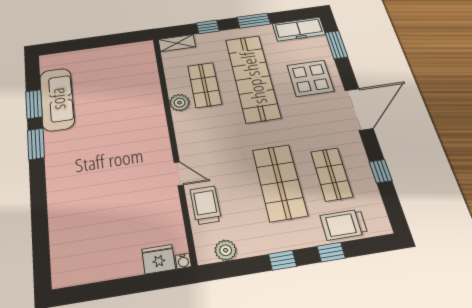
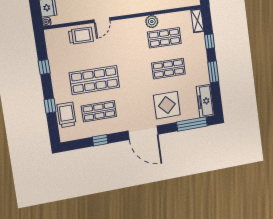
window: (336, 45) -> (192, 124), width x1.44
shop shelf: (253, 78) -> (168, 69), width x0.50, depth x0.74
plant: (226, 250) -> (52, 46), removed
window: (282, 260) -> (44, 67), moved

